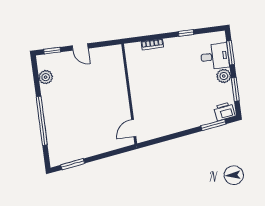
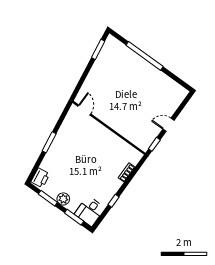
window: (52, 51) -> (154, 144), moved
desk: (215, 56) -> (90, 211), moved
plant: (46, 77) -> (170, 85), removed
window: (213, 125) -> (49, 142), moved

